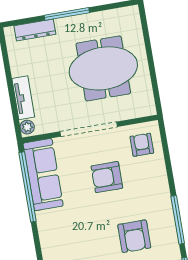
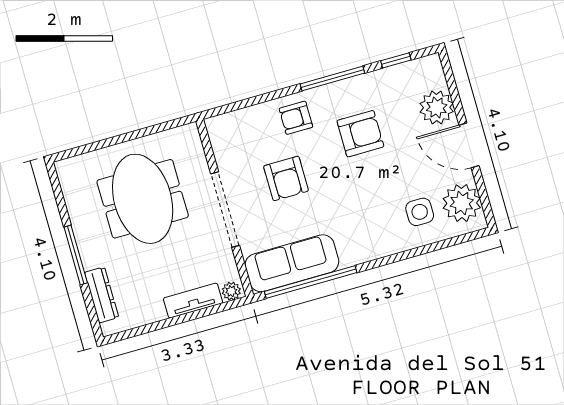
armchair: (142, 145) -> (296, 118), moved

